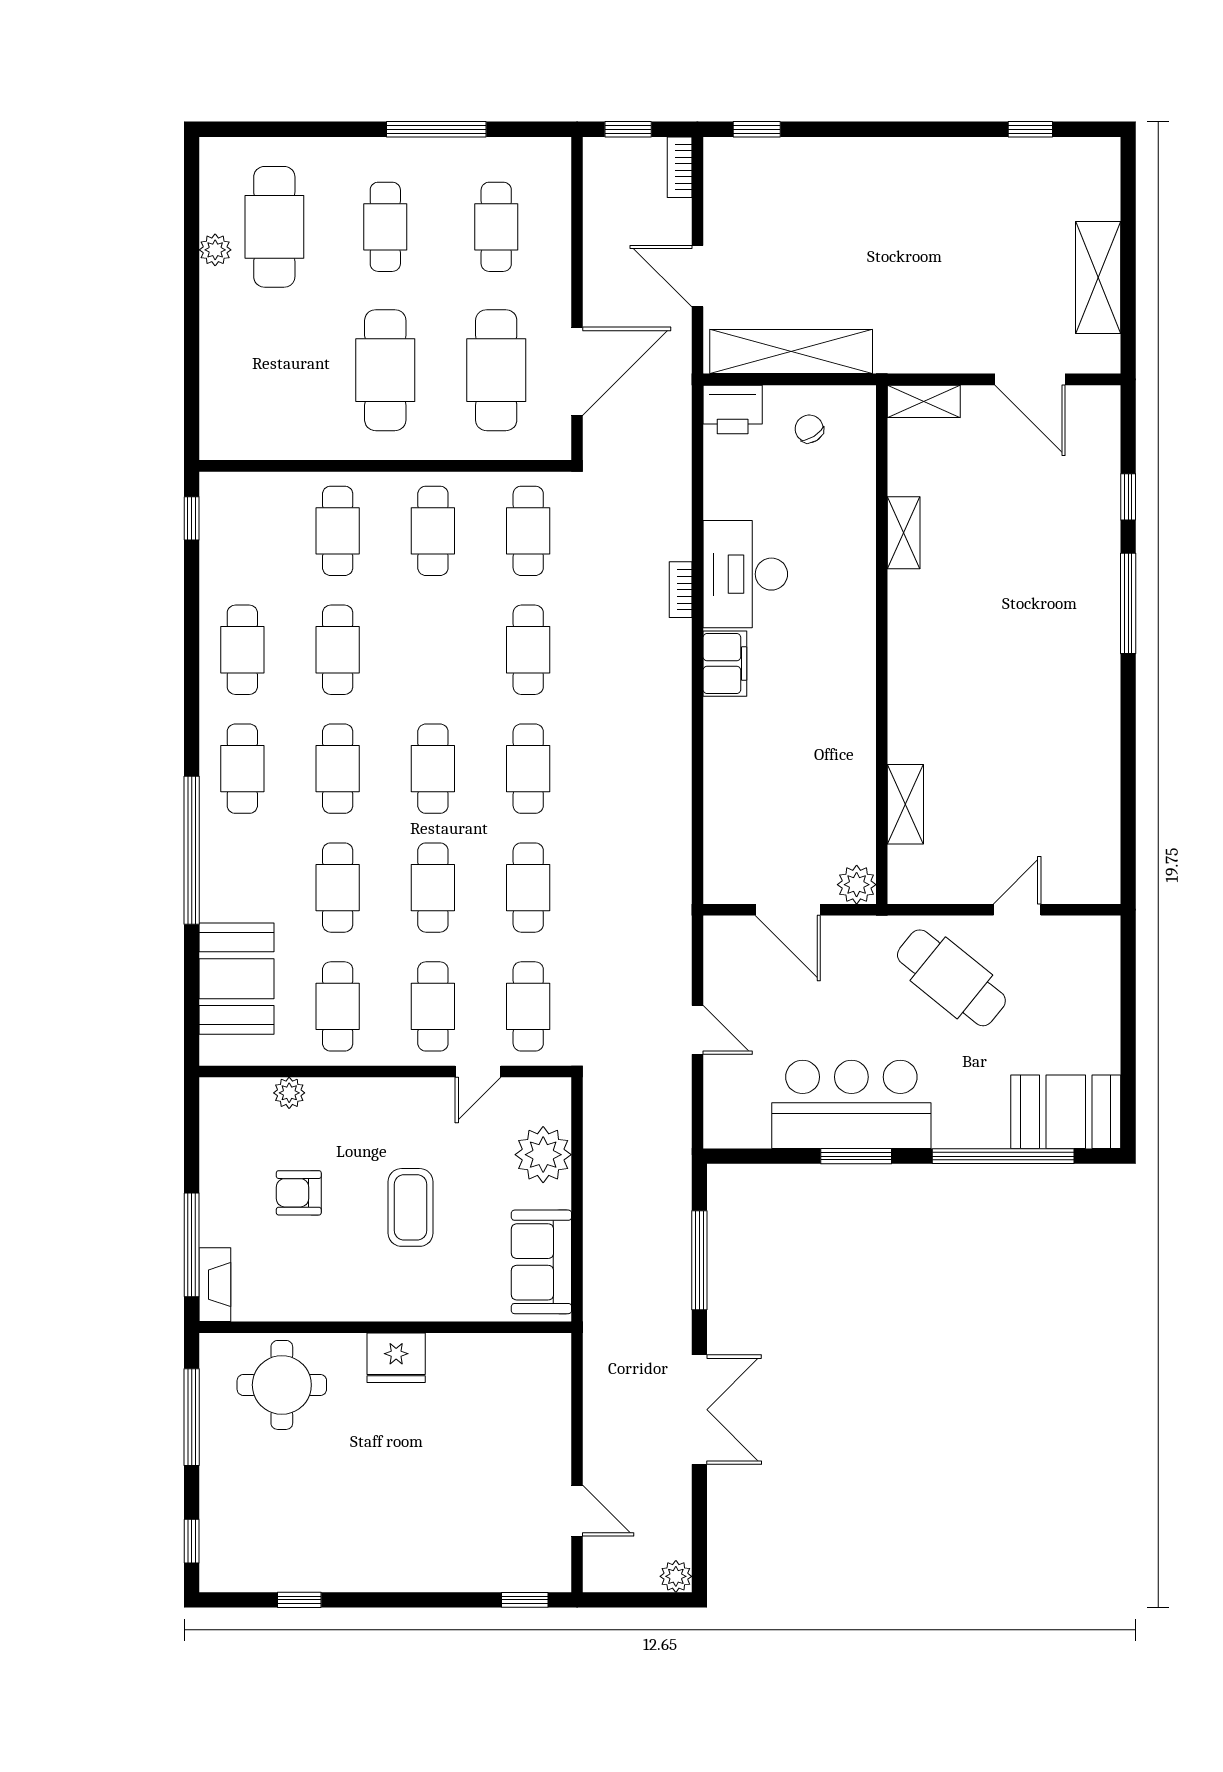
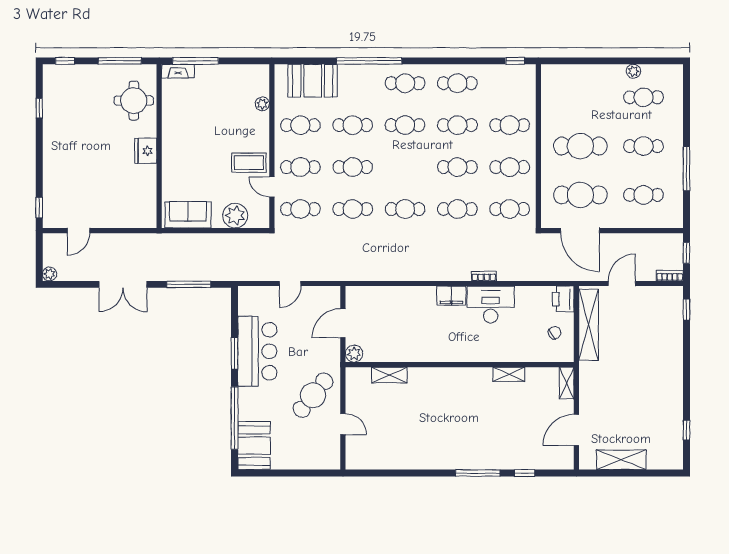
cafe table: (274, 227) -> (644, 97), width x0.73, depth x0.74
cafe table: (433, 769) -> (457, 167), moved
armchair: (299, 1193) -> (218, 108), removed
coffee table: (411, 1207) -> (249, 163), moved

